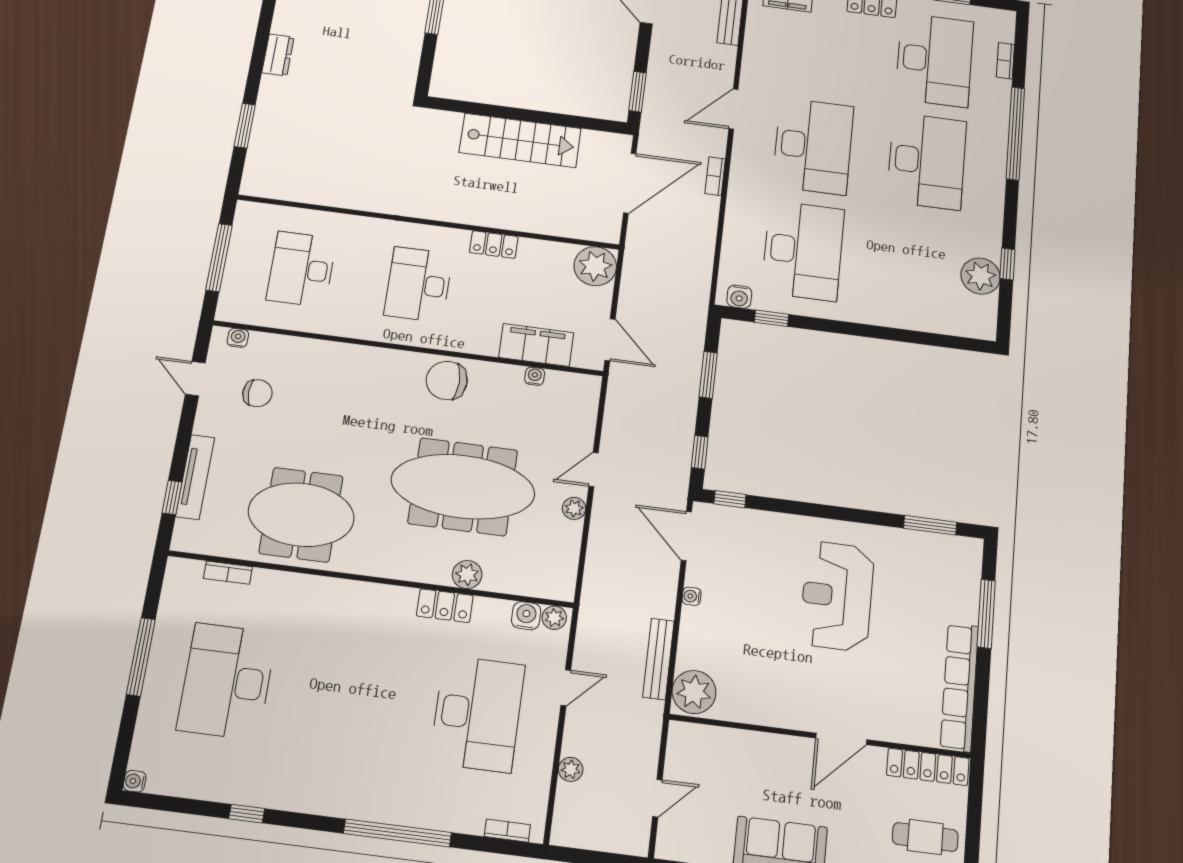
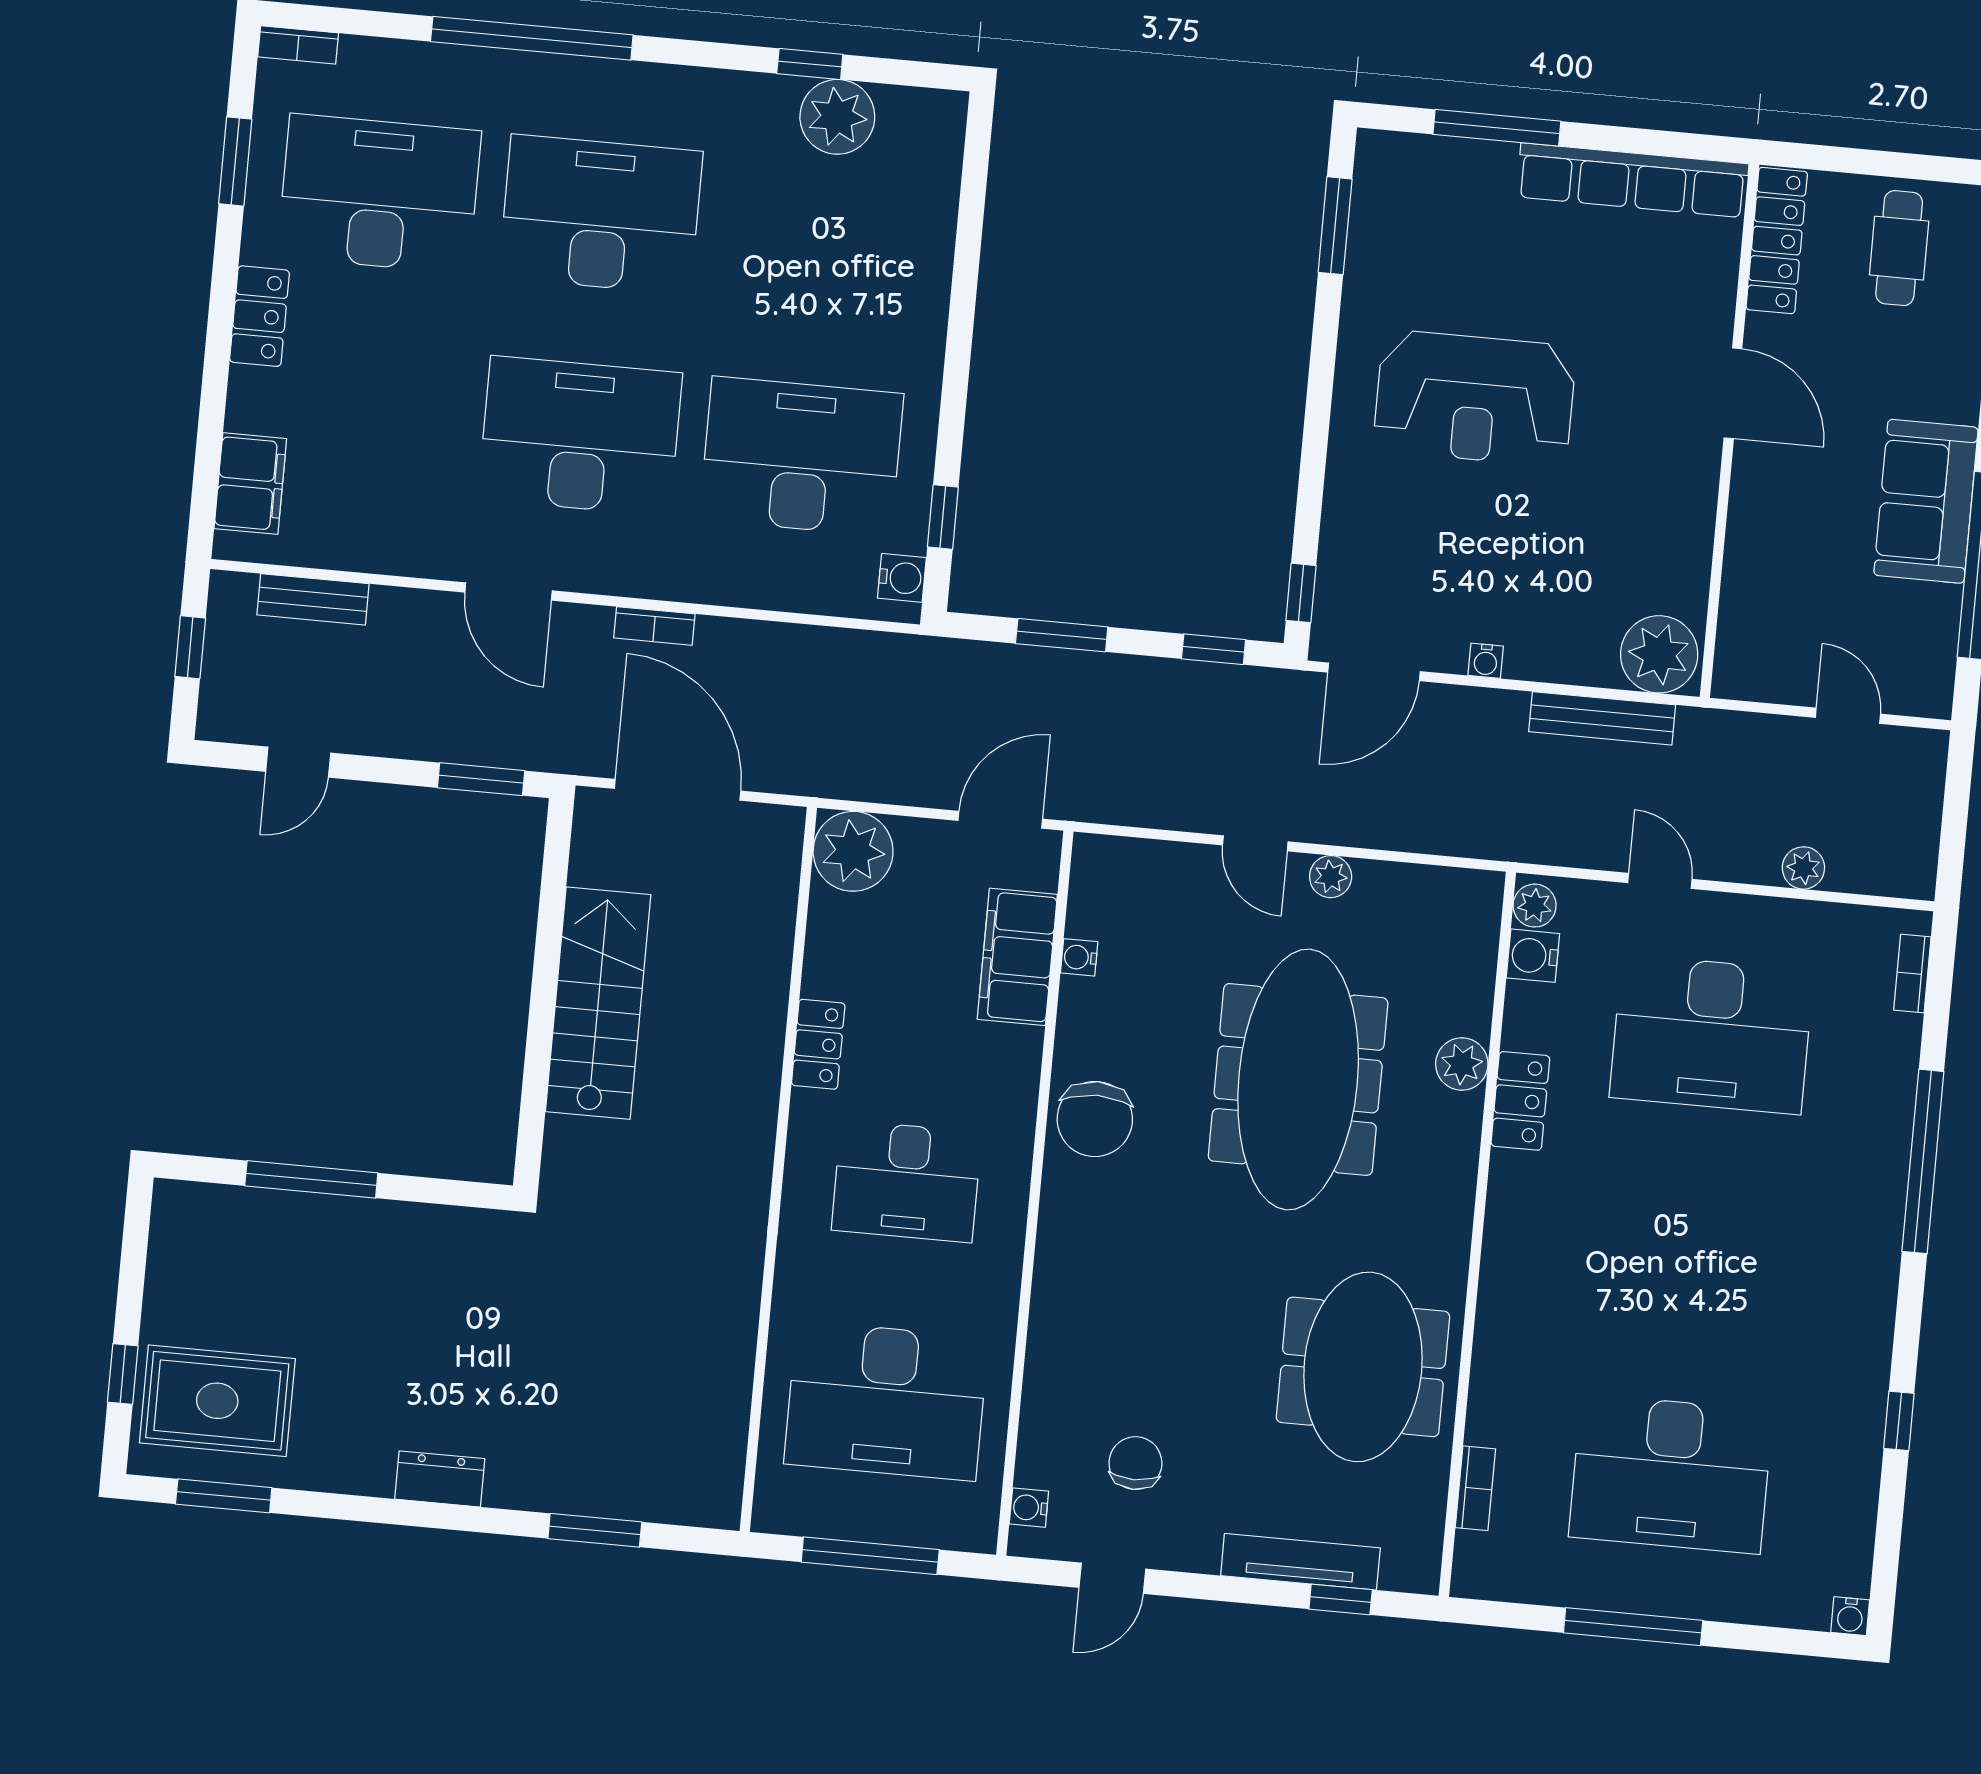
bookcase: (1005, 61) -> (298, 45), moved
desk: (302, 269) -> (886, 1401), width x1.36, depth x1.30
desk: (477, 714) -> (1712, 1034), turned 180

